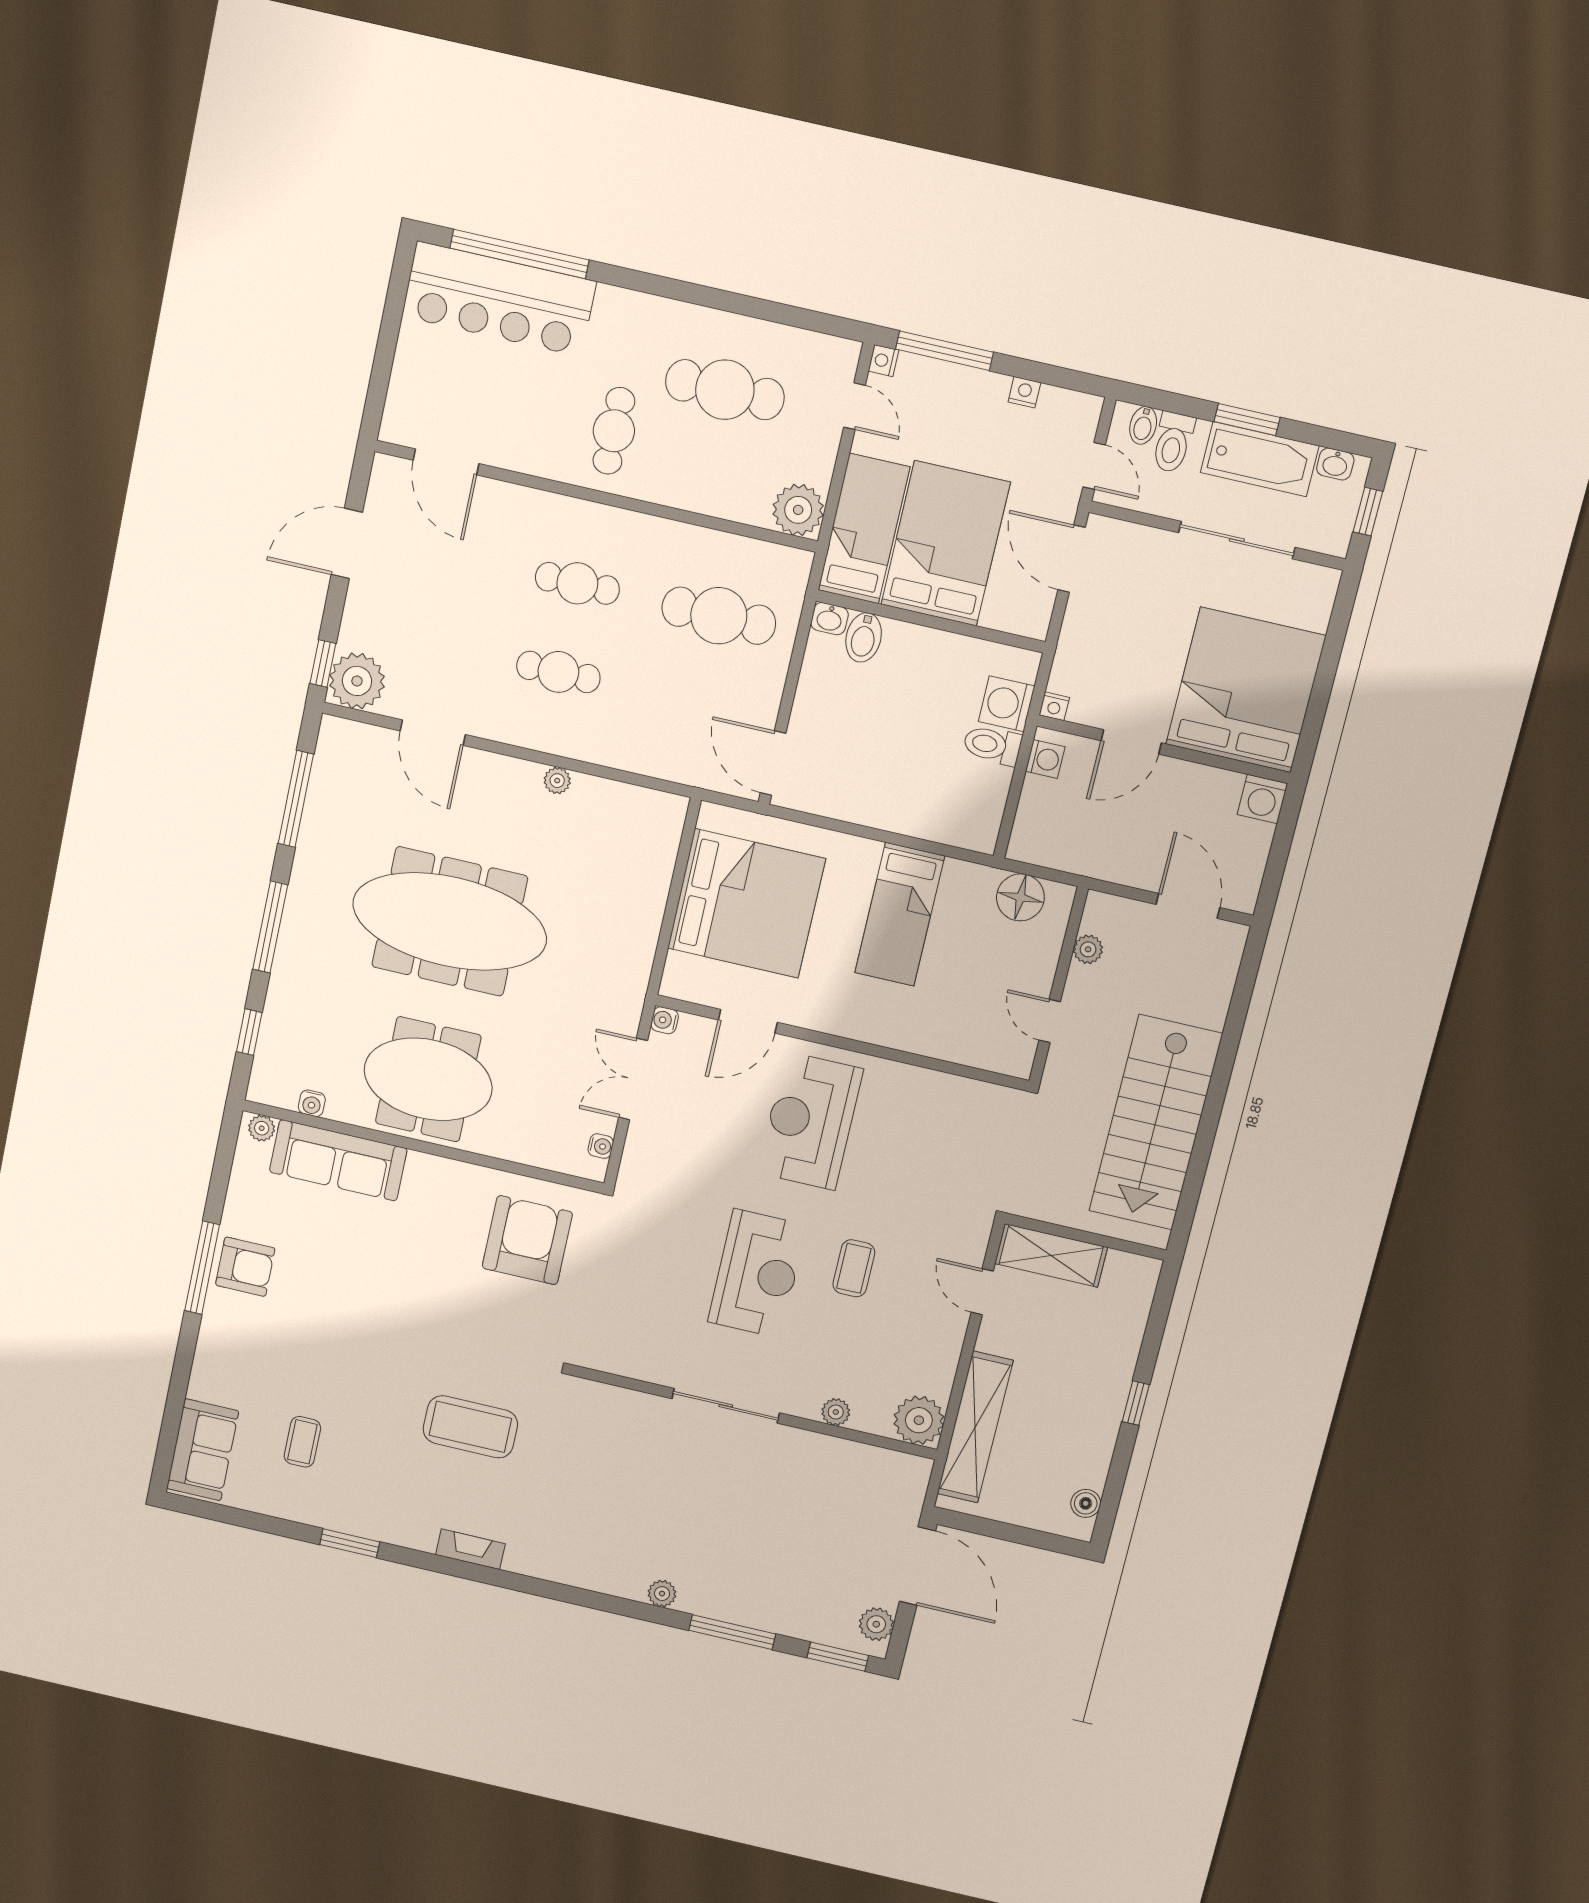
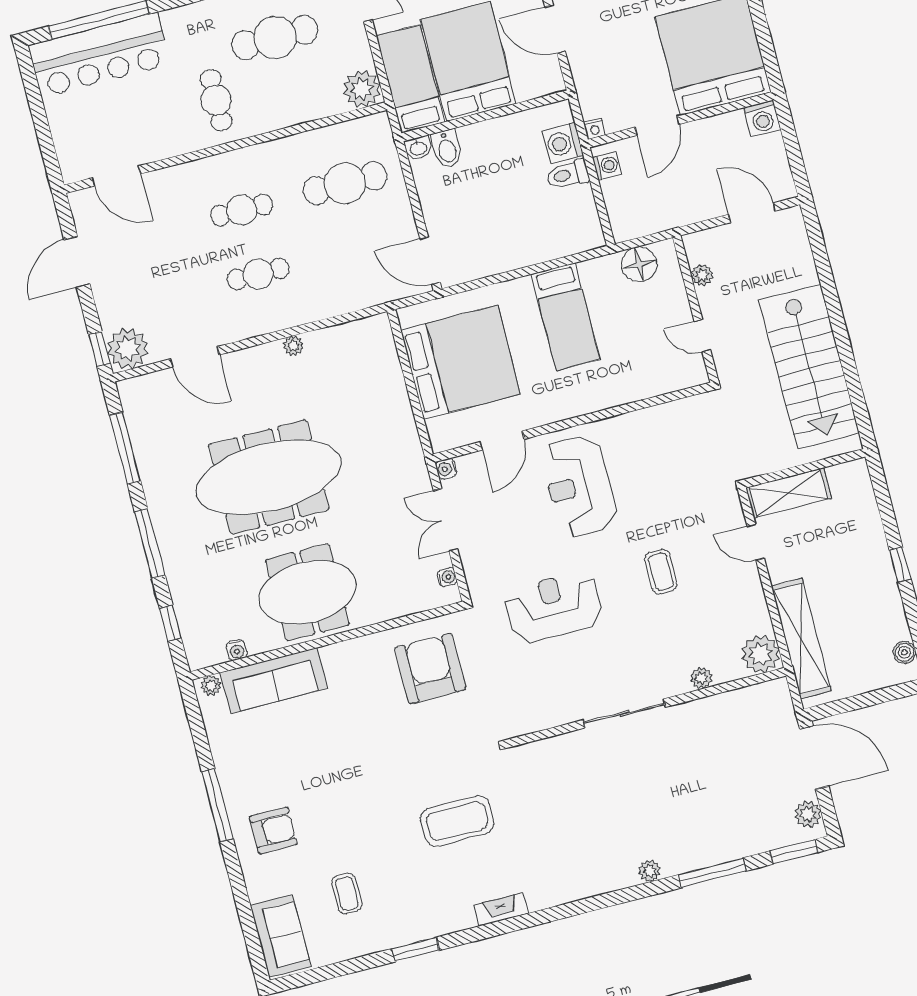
armchair: (245, 1267) -> (273, 830), moved
reception desk: (757, 1274) -> (554, 607), moved, turned -90

